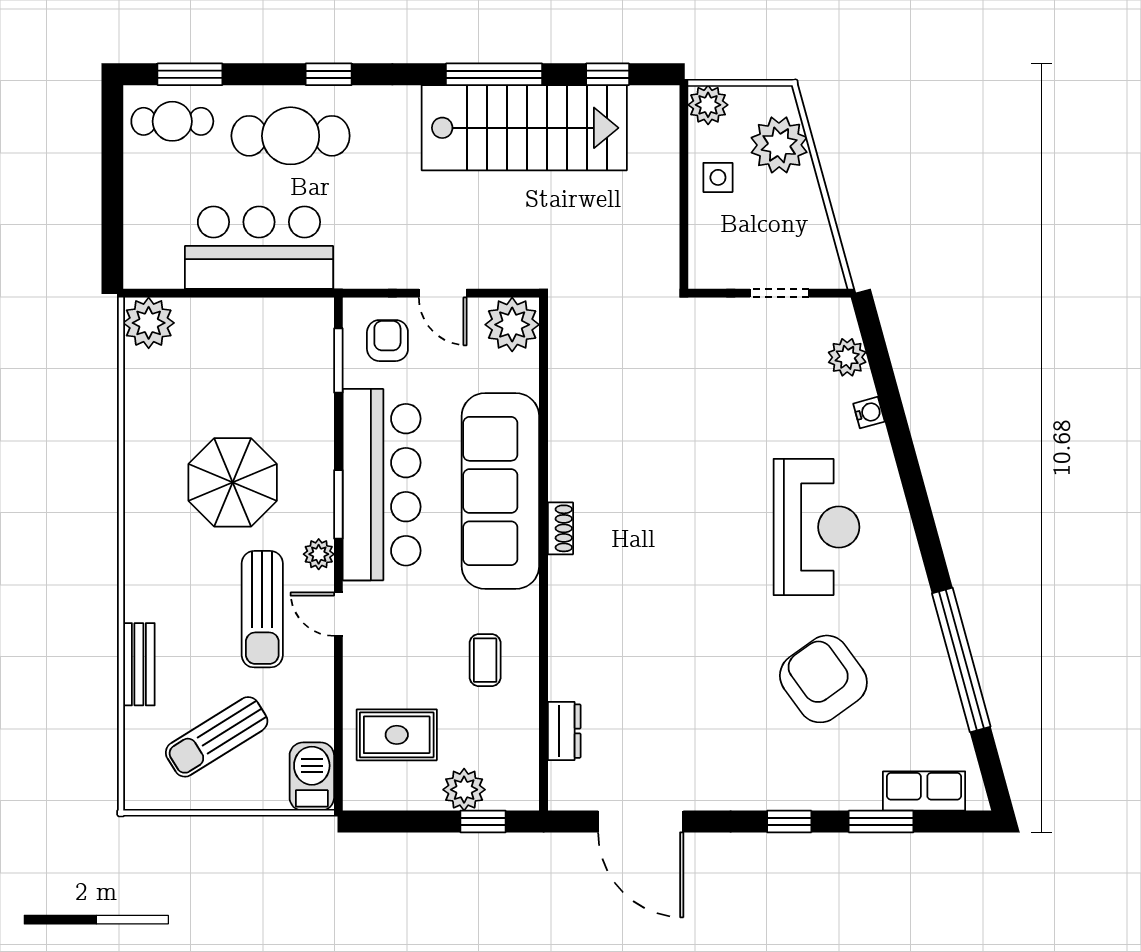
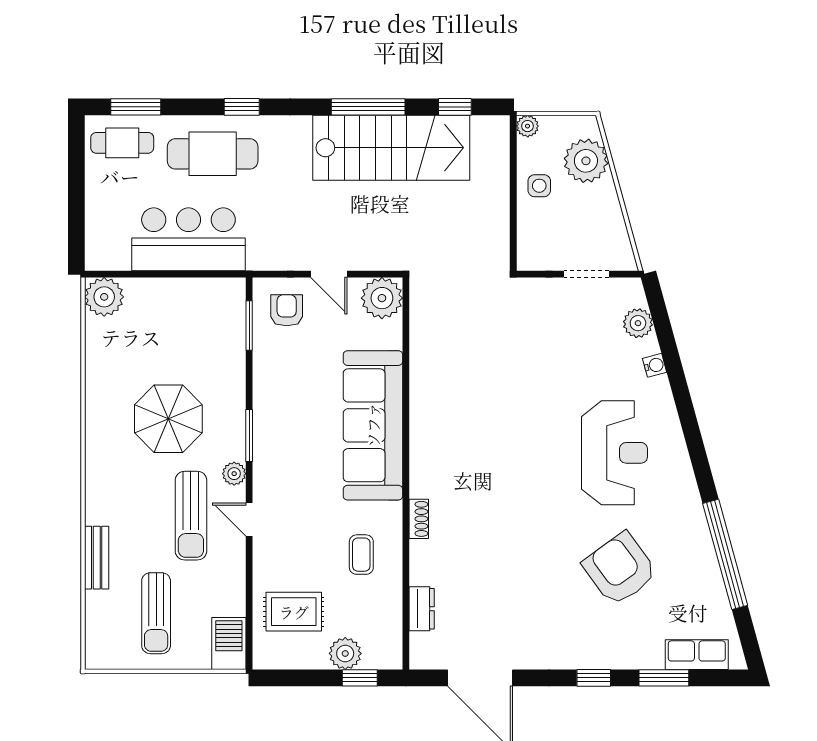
plant: (708, 105) -> (528, 126), width x0.73, depth x0.73
bar counter: (382, 485) -> (282, 420), removed
shoe rack: (560, 528) -> (419, 519), moved
sun lounger: (217, 737) -> (156, 613), turned -58

